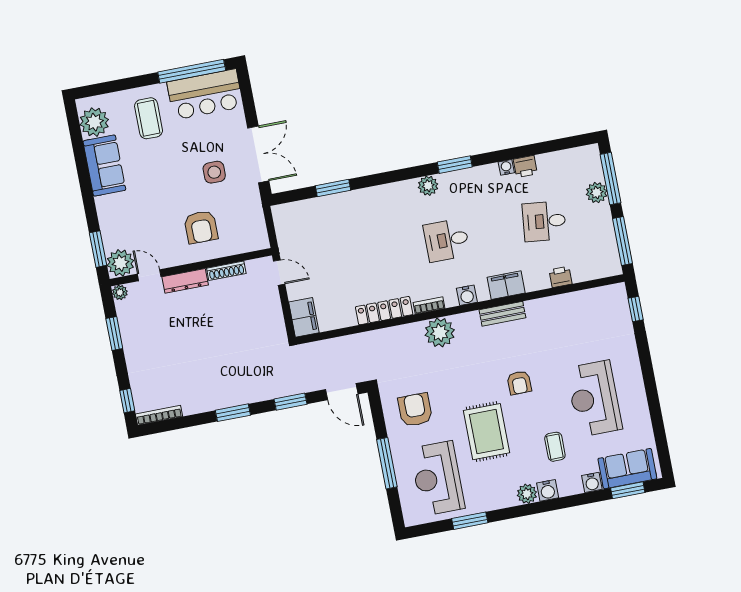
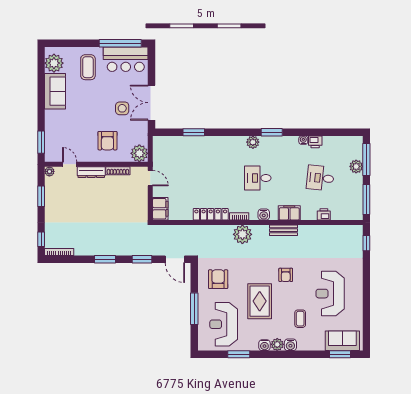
double door: (258, 154) -> (152, 103), swing flipped
plant: (120, 263) -> (139, 153), moved
water cooler: (592, 482) -> (264, 345), moved

